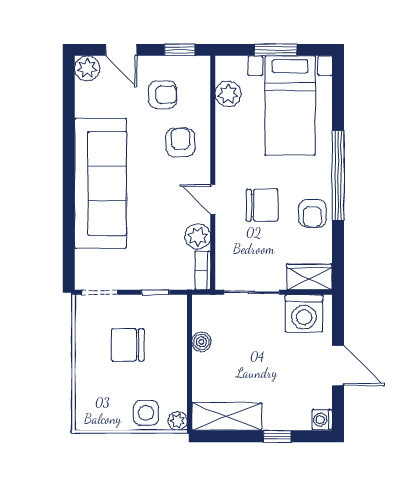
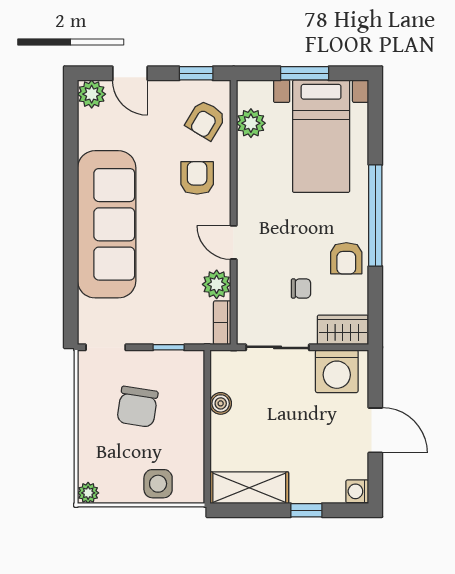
armchair: (163, 95) -> (206, 120), moved, turned 121
chair: (262, 205) -> (301, 288), moved, width x0.54, depth x0.54
chair: (128, 345) -> (137, 407), turned -81
plant: (178, 421) -> (88, 493), moved

